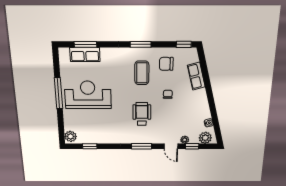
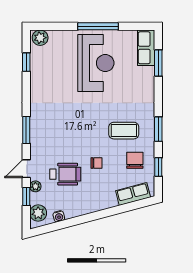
window: (184, 44) -> (158, 167), moved
row of seats: (85, 55) -> (146, 48), moved
row of seats: (196, 76) -> (133, 194), moved
wheelchair: (142, 114) -> (65, 174), moved

